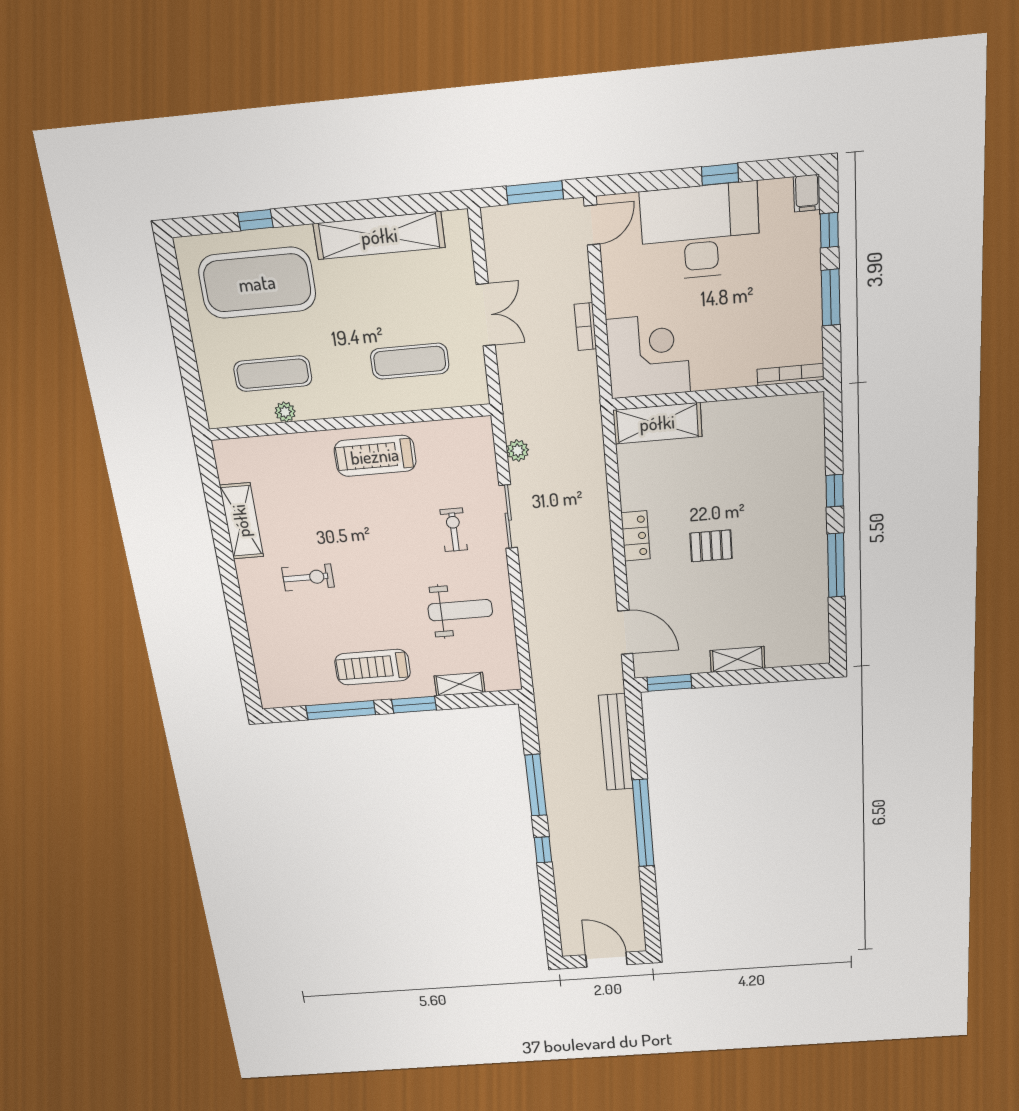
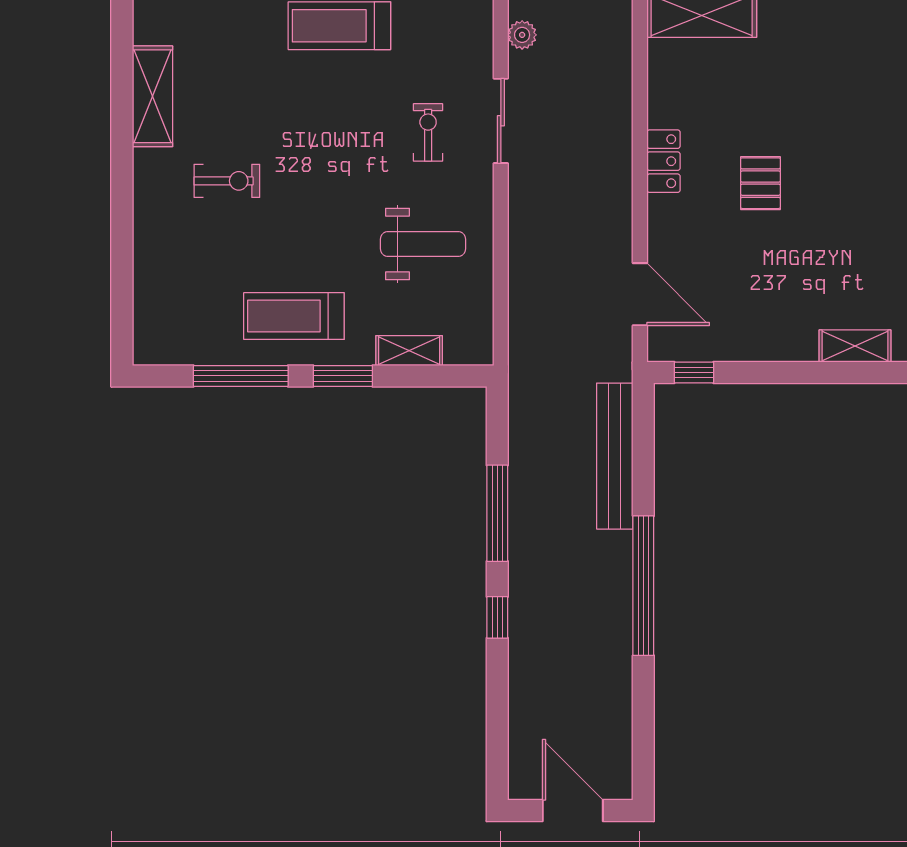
pallet: (711, 546) -> (760, 183), turned 90
shelving: (738, 659) -> (855, 346), moved
window: (669, 683) -> (694, 373), width x0.67

